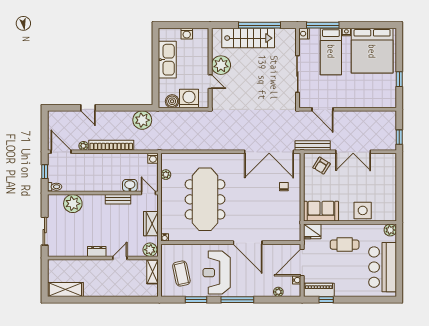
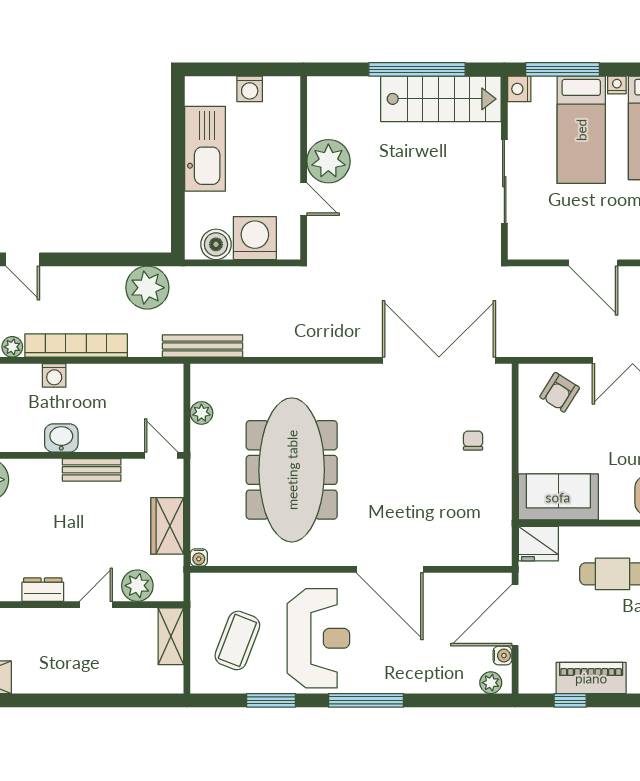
stairs: (248, 38) -> (441, 99), moved
door: (322, 109) -> (593, 263), moved
bench: (313, 145) -> (203, 346), moved
double door: (269, 152) -> (439, 360), swing flipped
washing machine: (153, 158) -> (54, 375), moved
washbasin: (130, 185) -> (61, 438), moved
plant: (150, 250) -> (137, 586), moved
reception desk: (217, 273) -> (318, 638), turned 180
coffee table: (181, 274) -> (237, 640), turned 33
piano: (319, 290) -> (591, 678), moved
plant: (278, 292) -> (491, 683), moved

